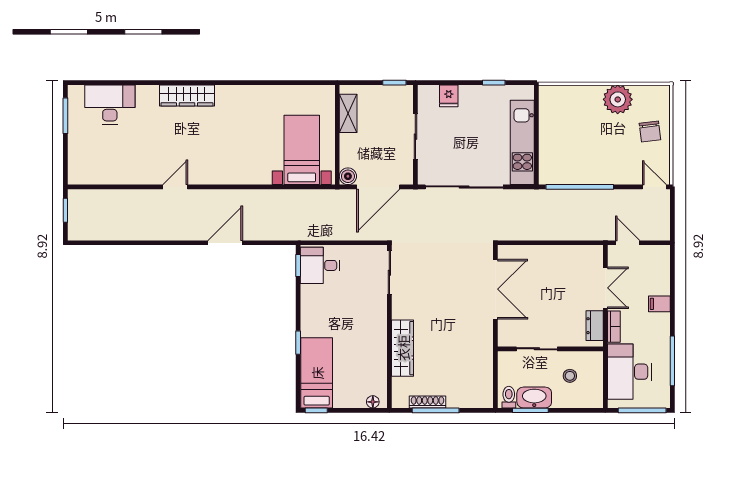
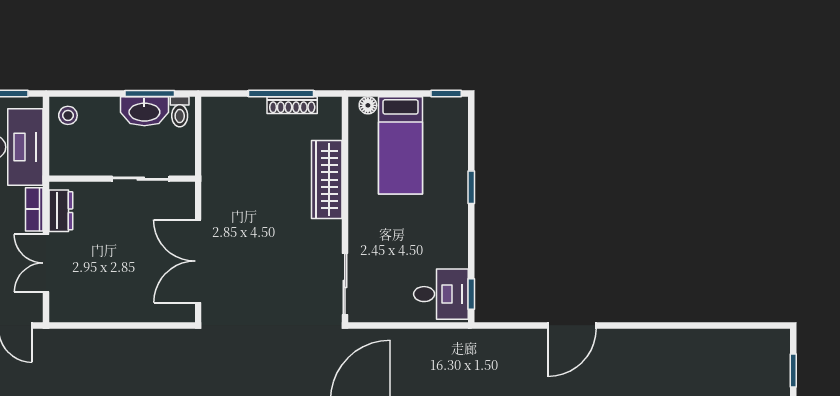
bed: (317, 373) -> (401, 145), moved
stool: (570, 376) -> (68, 115), moved

